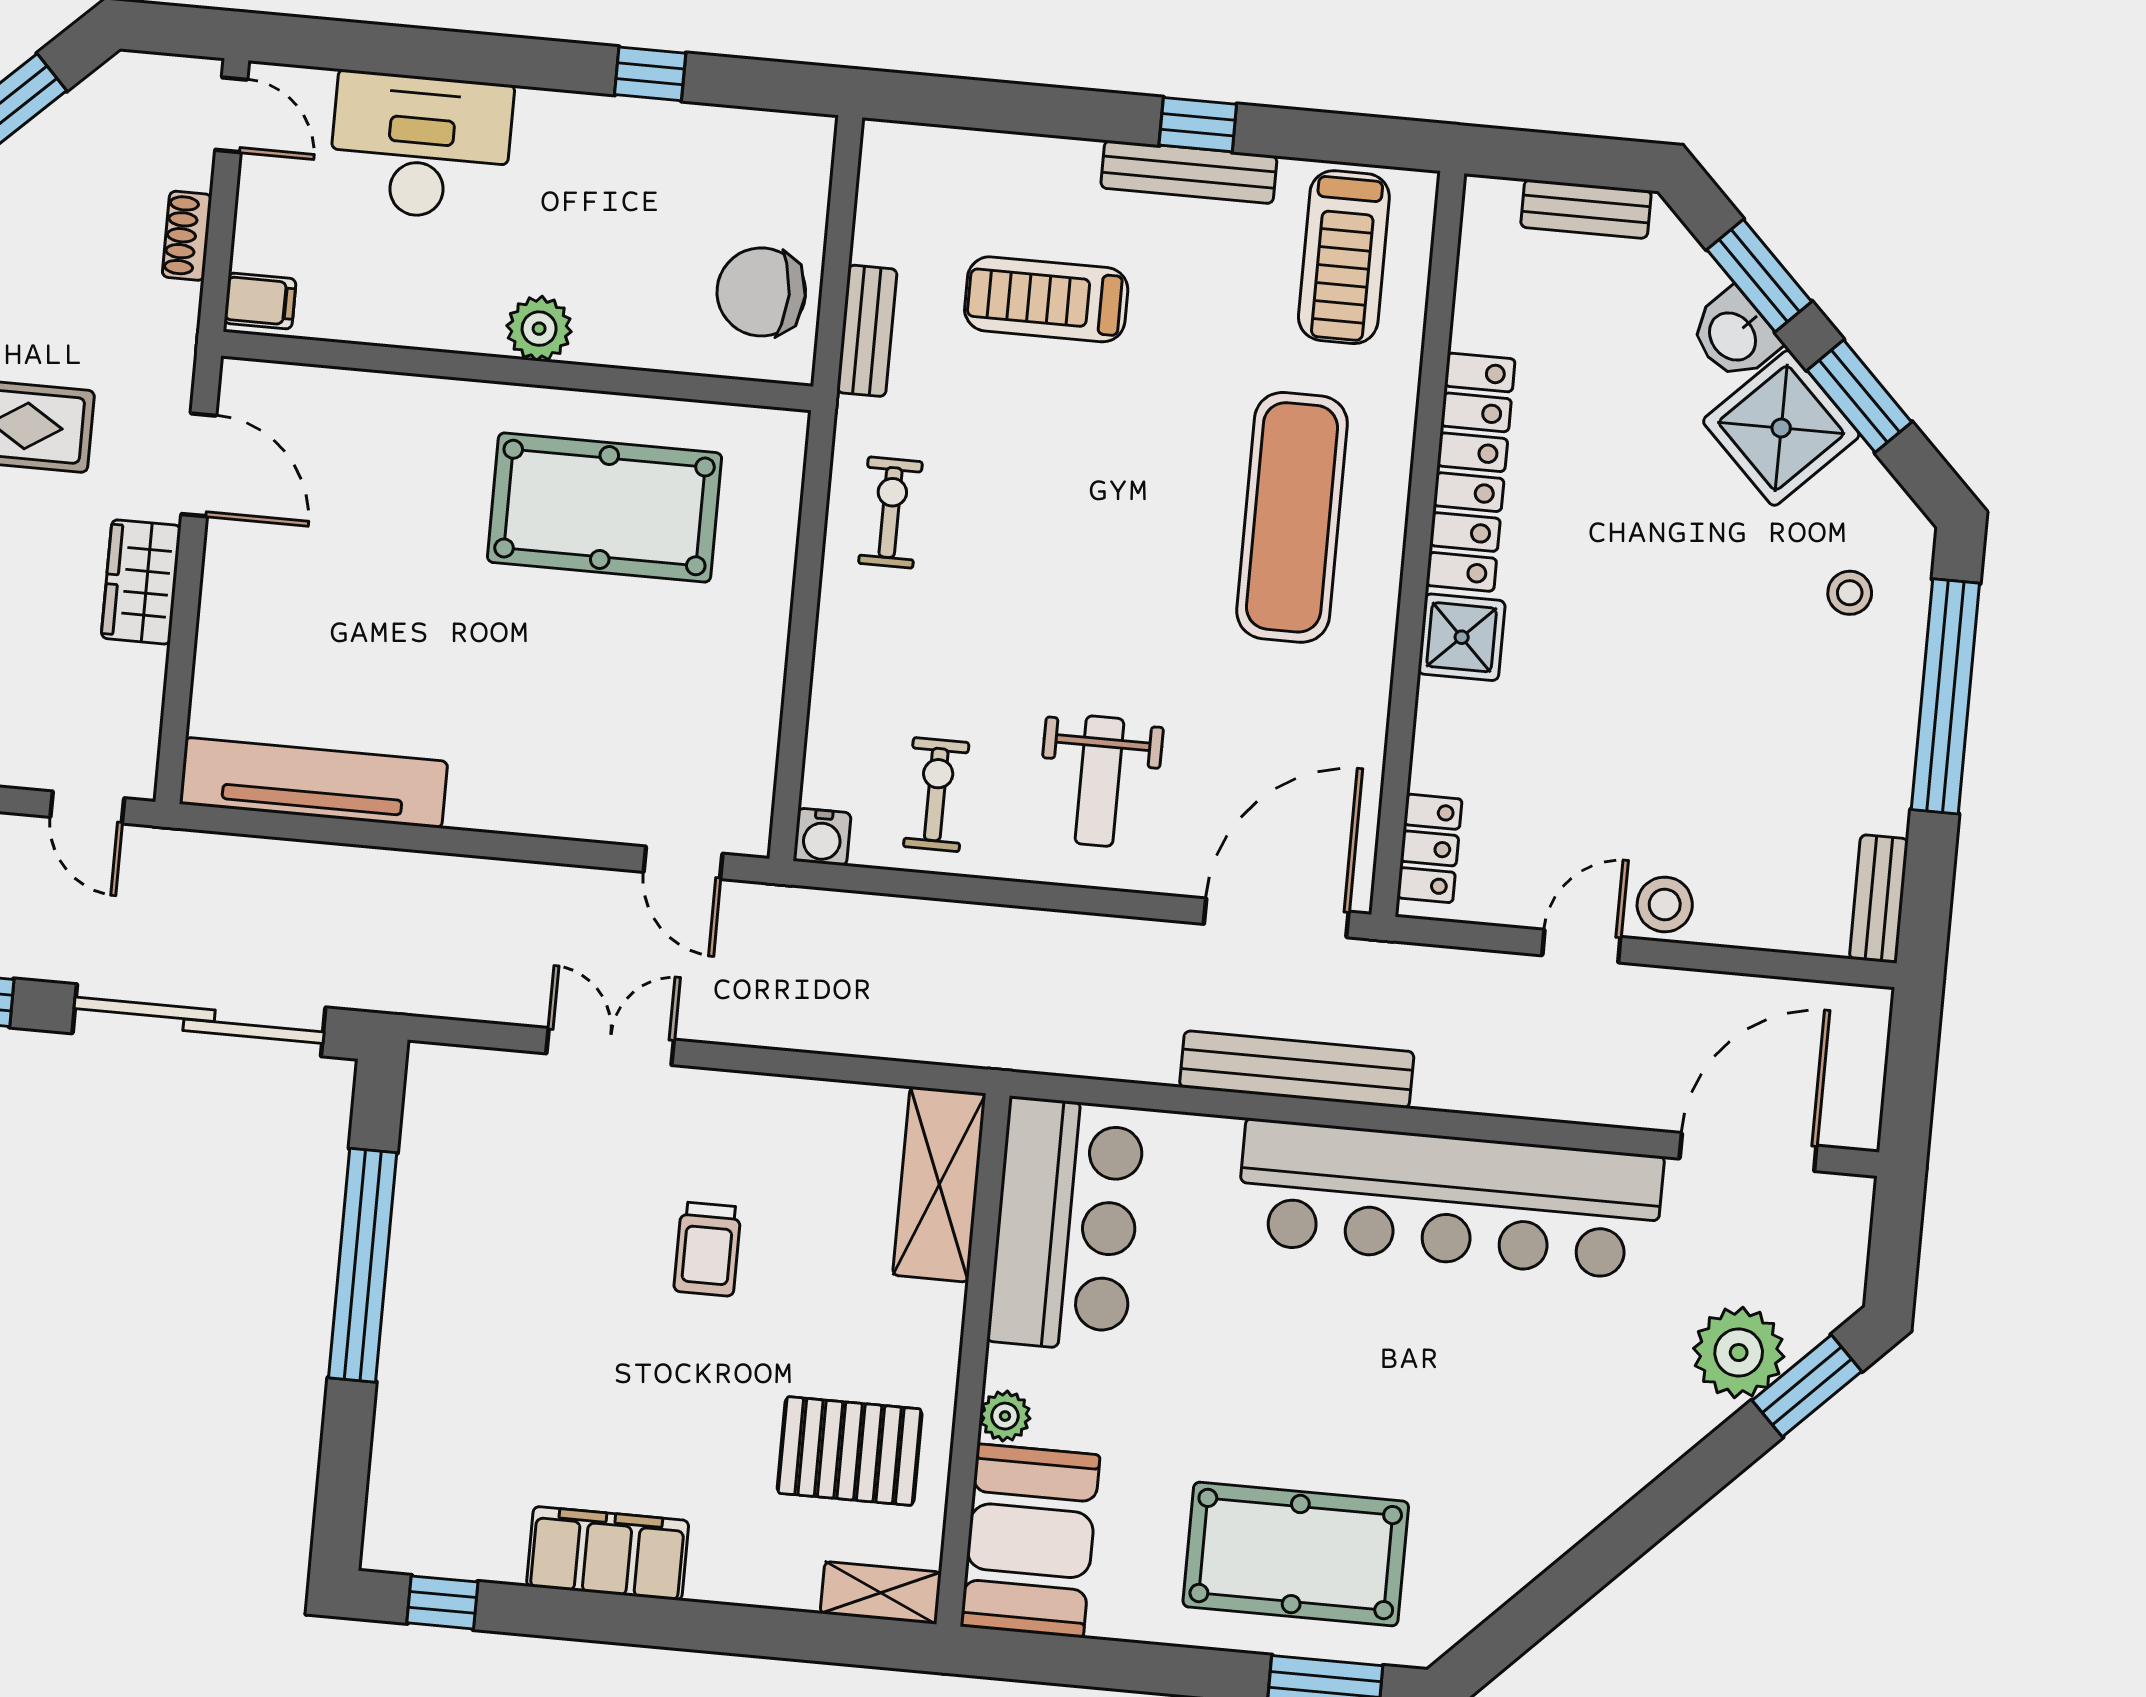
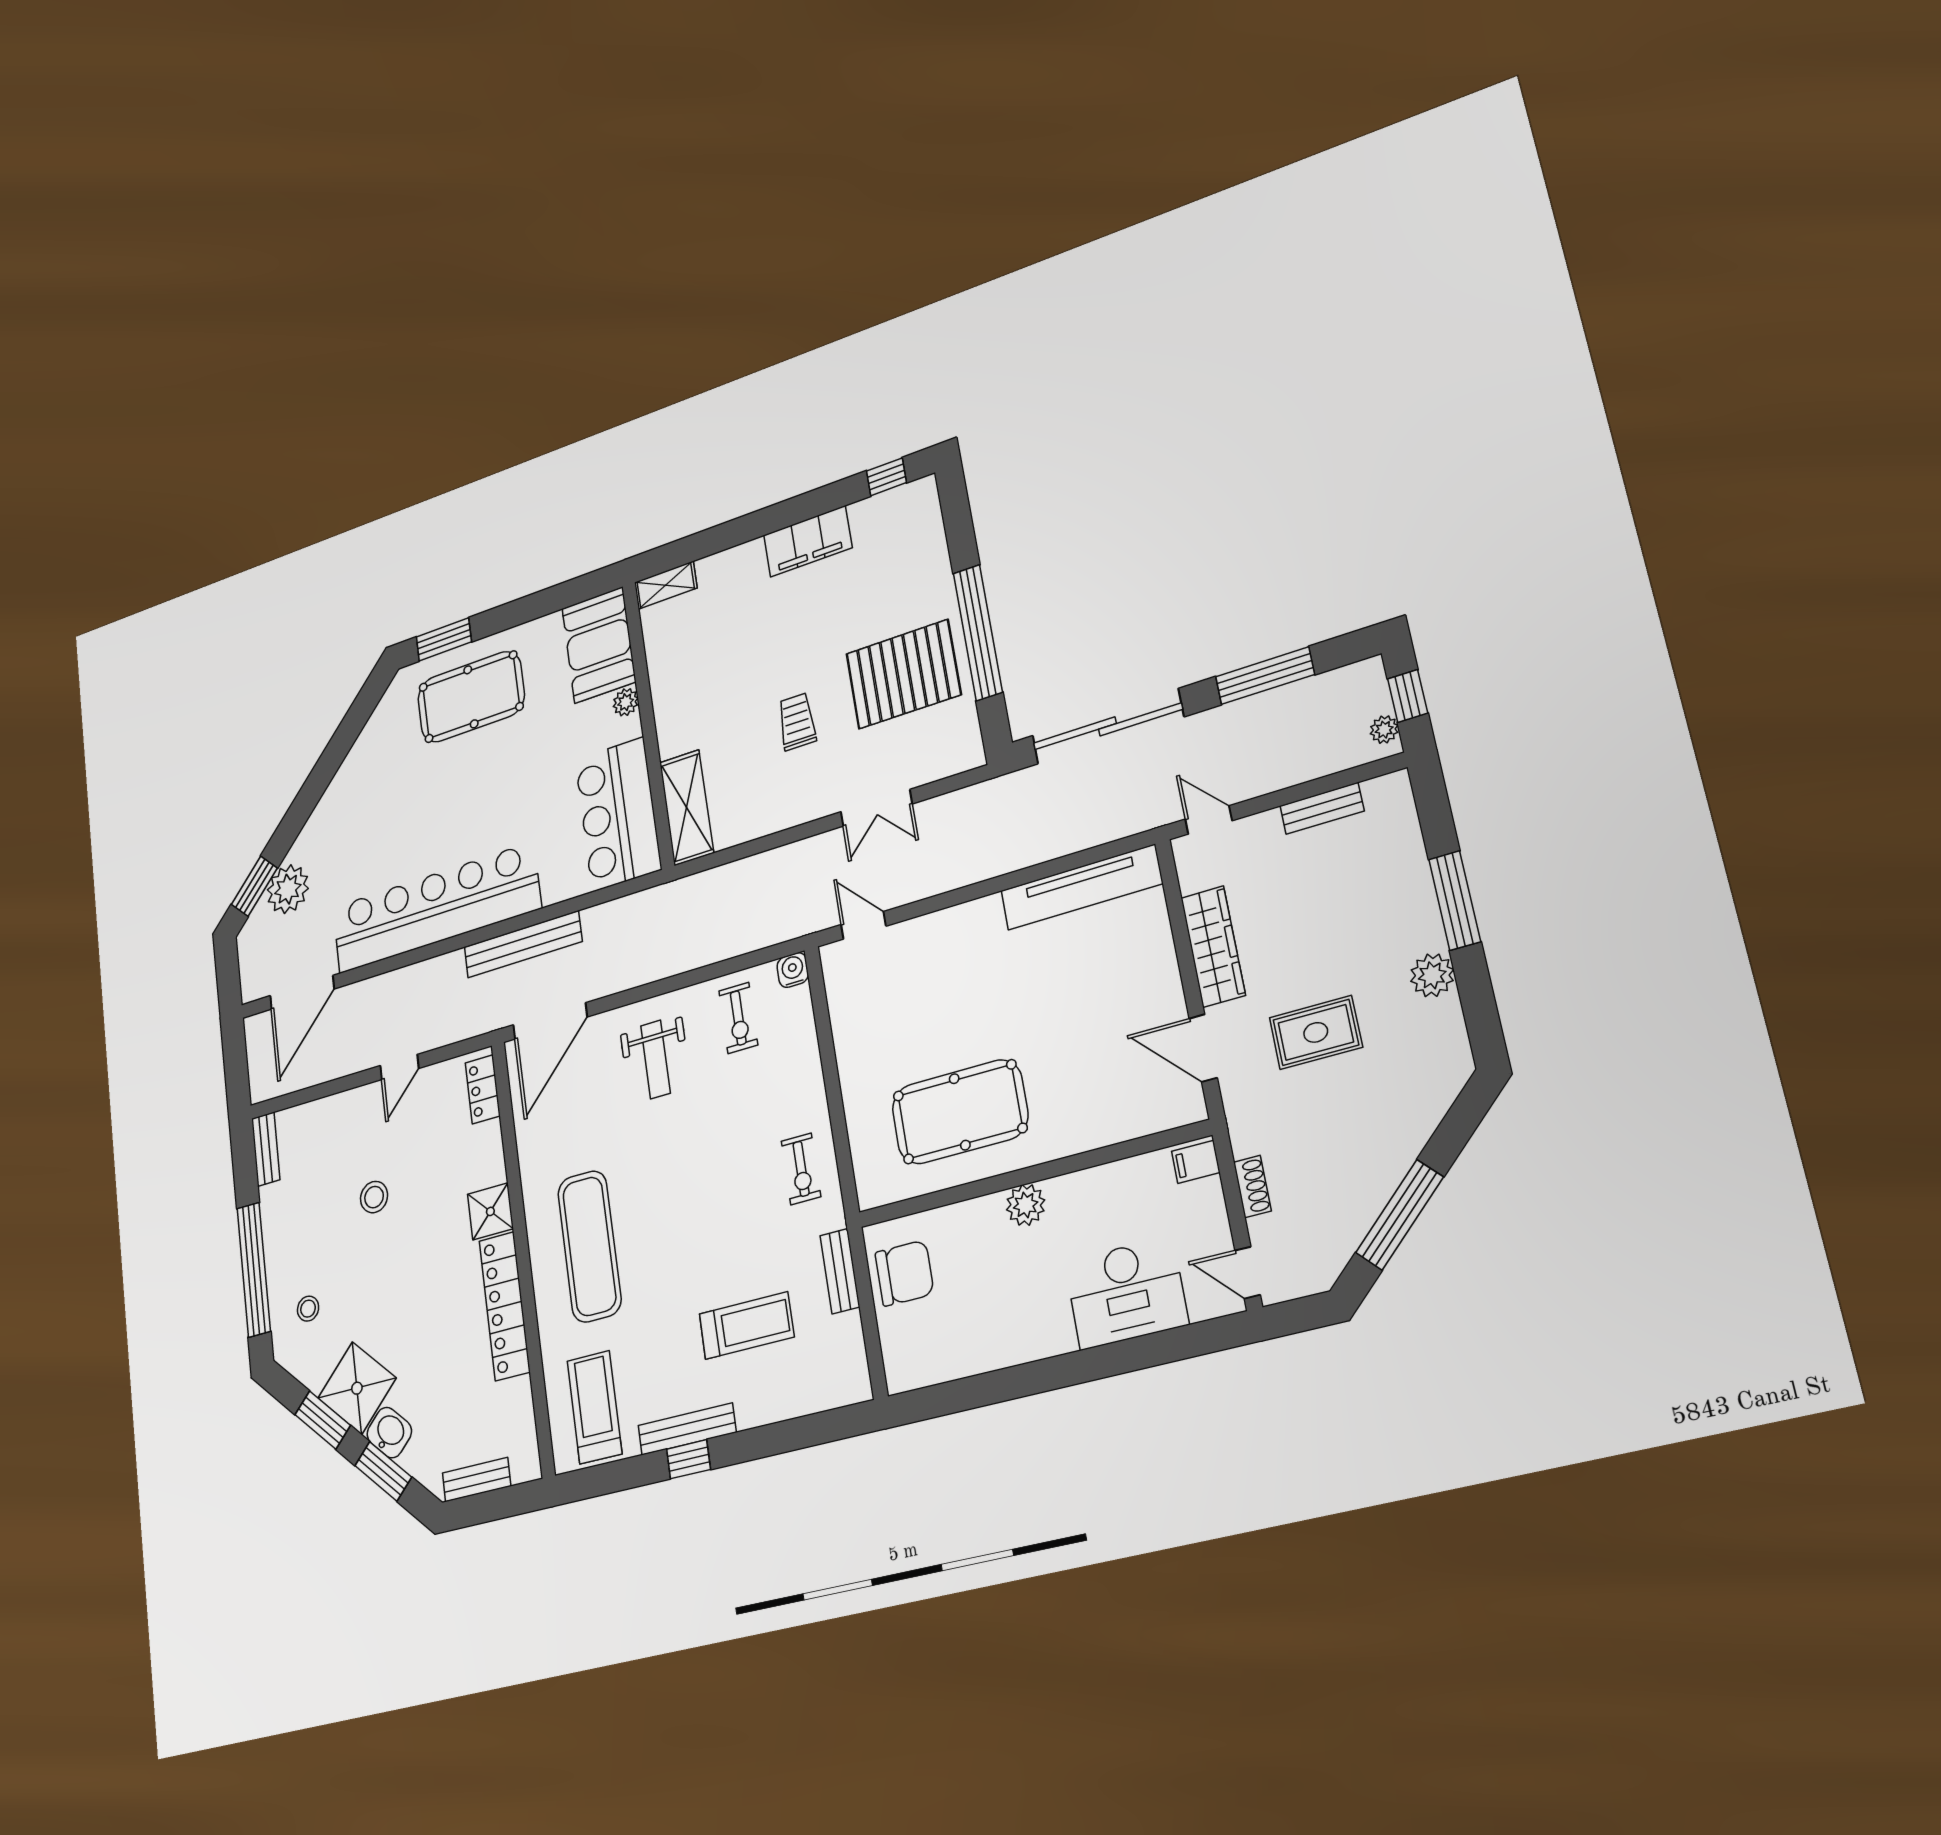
window: (650, 74) -> (1003, 1385), removed
wardrobe: (141, 582) -> (1213, 946), width x1.50
weight bench: (1099, 781) -> (655, 1059), turned 180
stool: (1665, 904) -> (374, 1197), moved
pallet: (850, 1451) -> (903, 674), moved, width x1.37, depth x1.41

